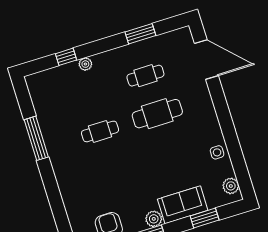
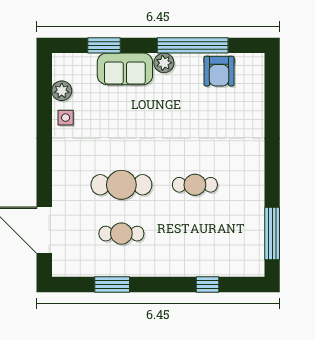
plant: (85, 64) -> (187, 269), removed
window: (36, 138) -> (272, 234), moved
plant: (231, 186) -> (62, 91), moved

